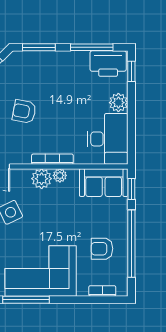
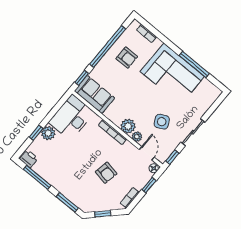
printer: (108, 64) -> (29, 159), width x0.53, depth x0.68
window: (131, 71) -> (36, 133), moved
plant: (60, 175) -> (137, 137), moved

